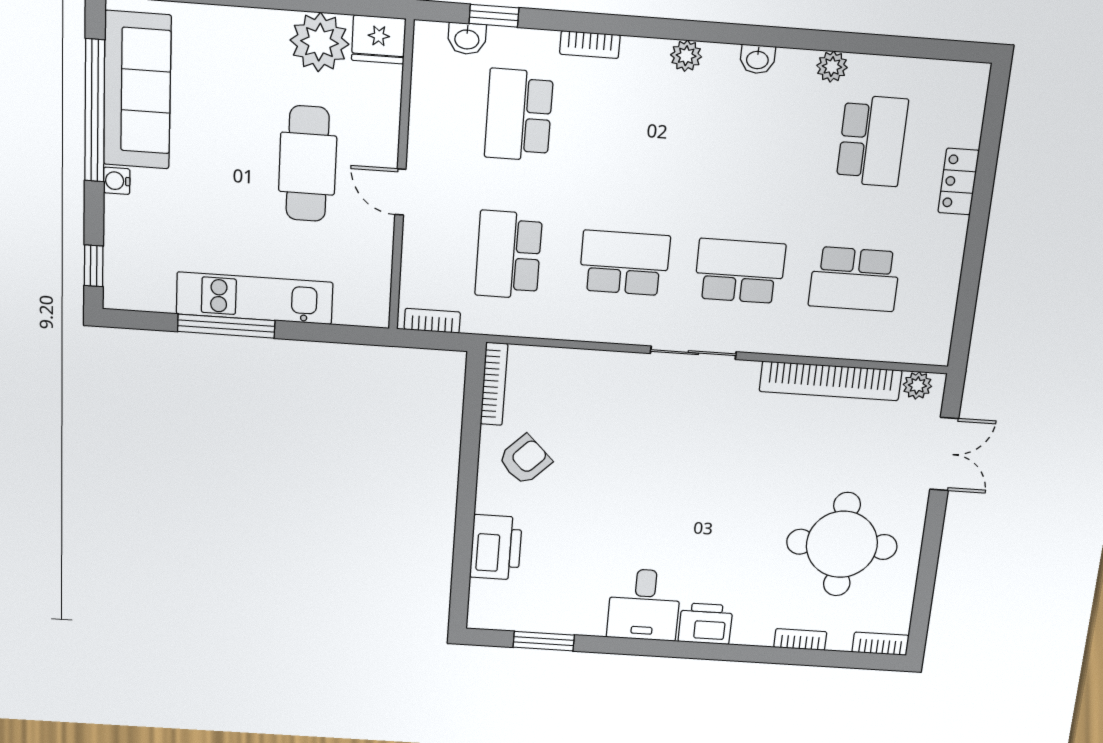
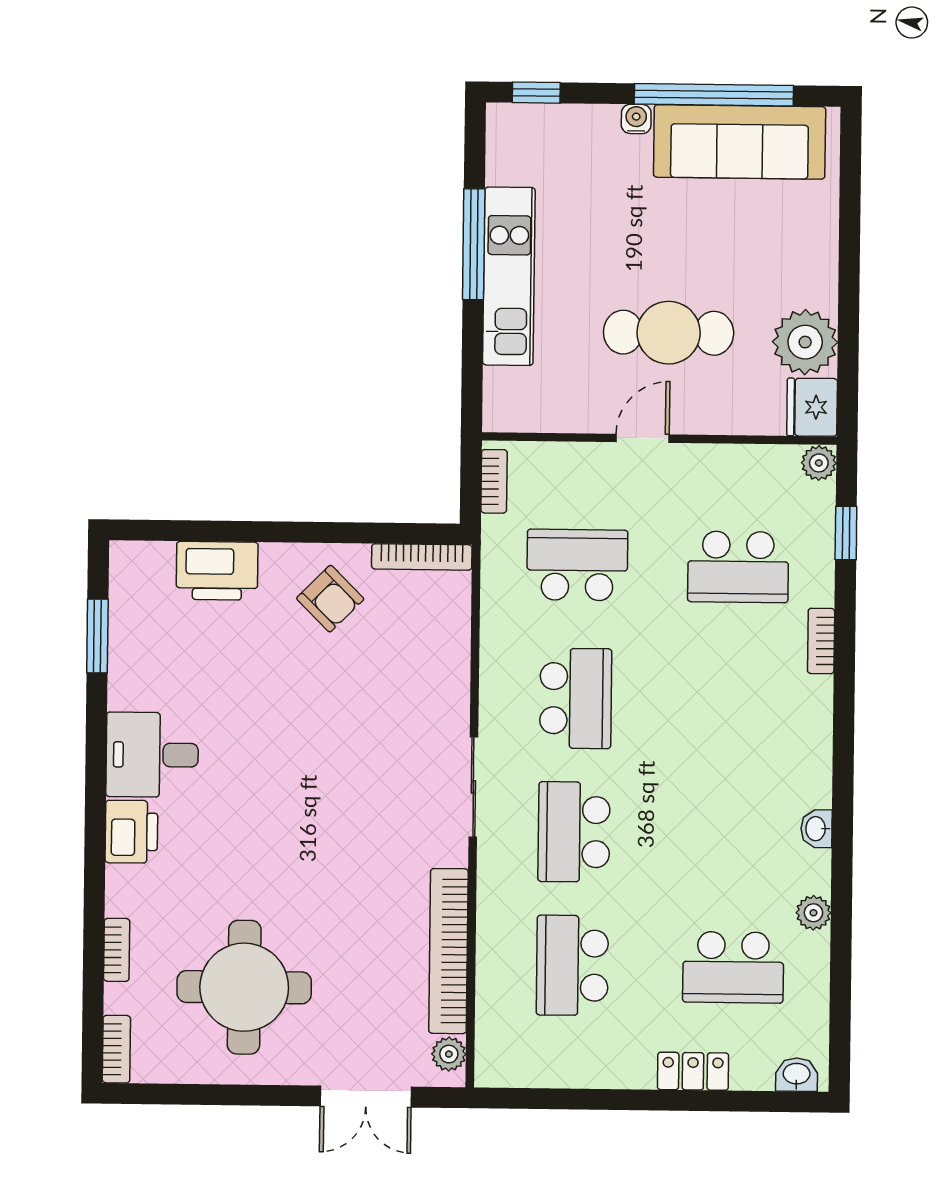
washbasin: (467, 39) -> (797, 1075), moved, turned 90
plant: (686, 56) -> (819, 463), moved
school desk: (519, 115) -> (738, 567), turned 180
school desk: (740, 271) -> (574, 832), turned 180

